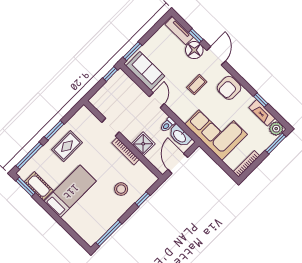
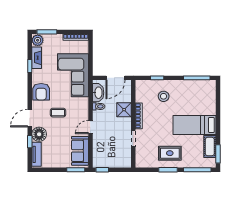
armchair: (229, 88) -> (41, 92), turned 90

